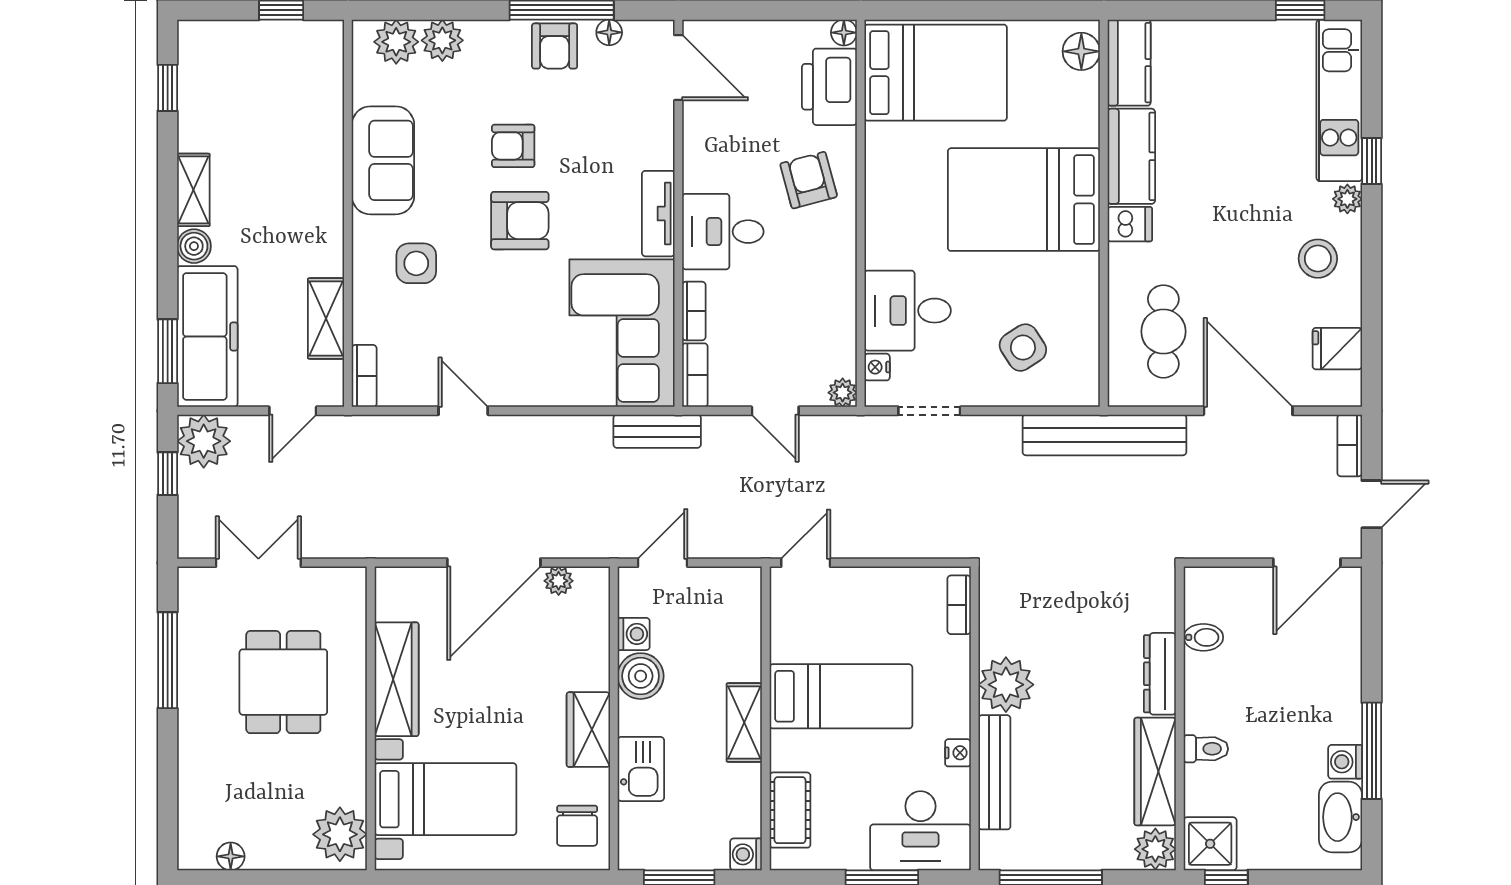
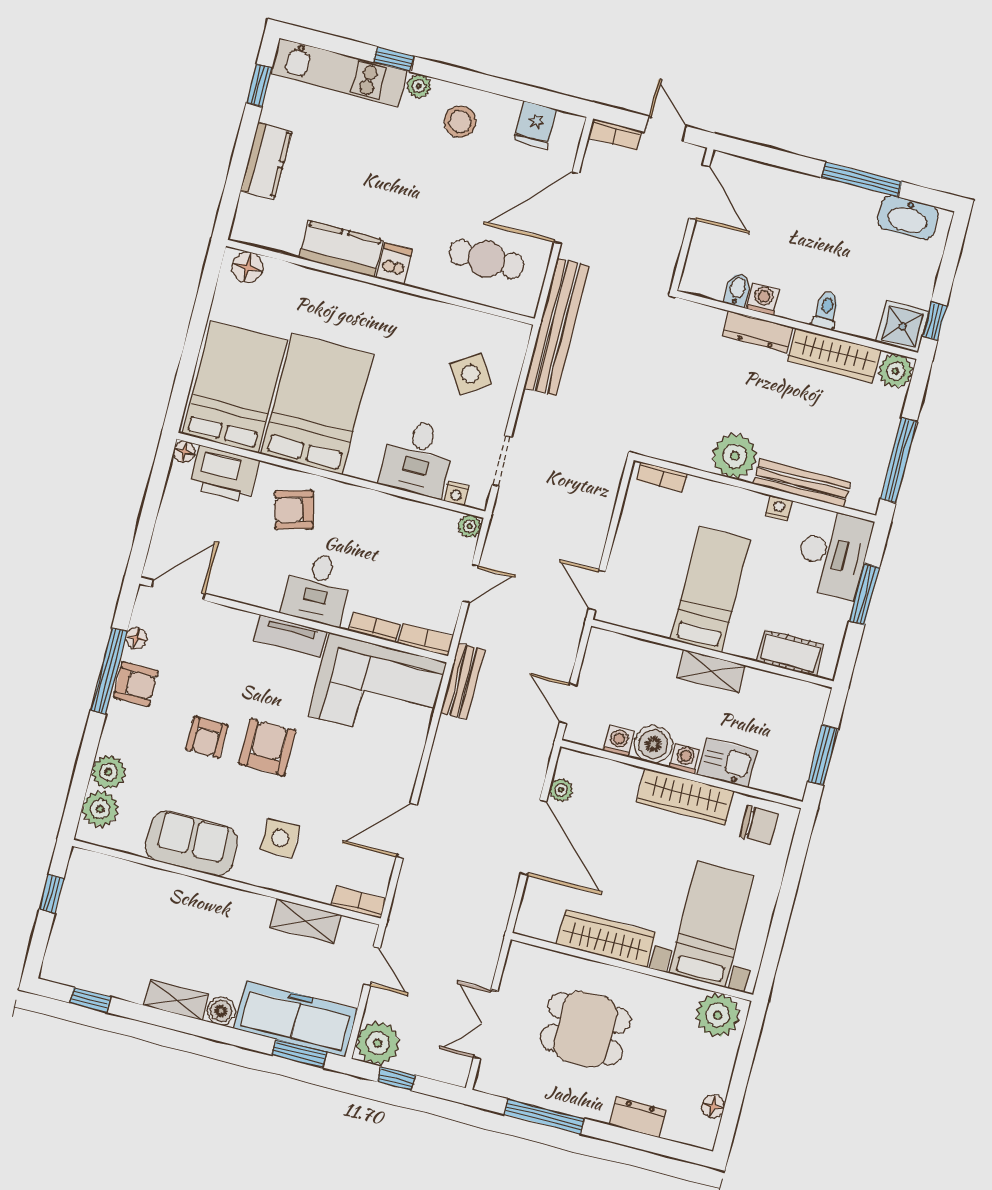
kitchen counter: (1129, 63) -> (266, 161), moved, turned 90
bed: (1024, 200) -> (317, 404), moved, turned 180
door: (463, 411) -> (407, 831), width x1.38
wardrobe: (588, 730) -> (685, 797), width x1.50
washing machine: (1345, 762) -> (763, 299), moved, turned 180
dresser: (195, 770) -> (637, 1117), added
washing machine: (746, 854) -> (685, 758), moved, turned 180

